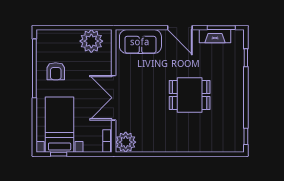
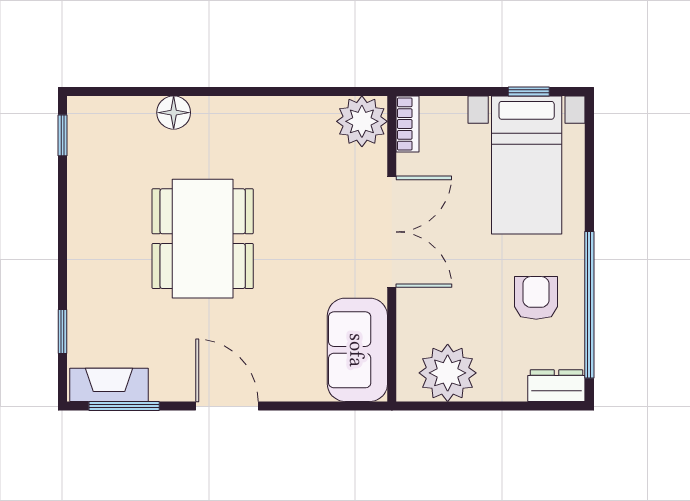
dresser: (48, 36) -> (556, 386), added
fireplace: (215, 36) -> (109, 385), moved
sofa: (140, 42) -> (357, 350), moved, turned -90
dining table: (190, 95) -> (203, 239), width x1.38
floor lamp: (201, 146) -> (174, 113), added

